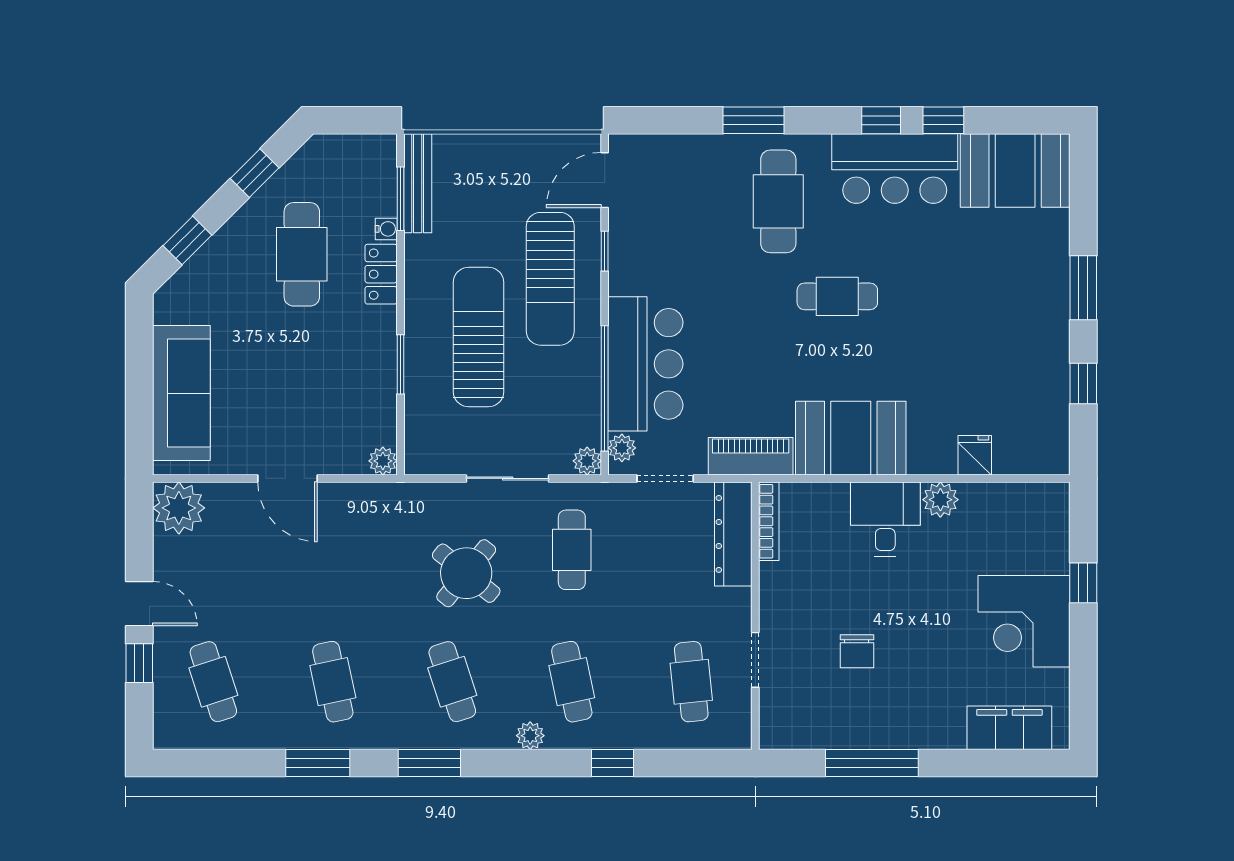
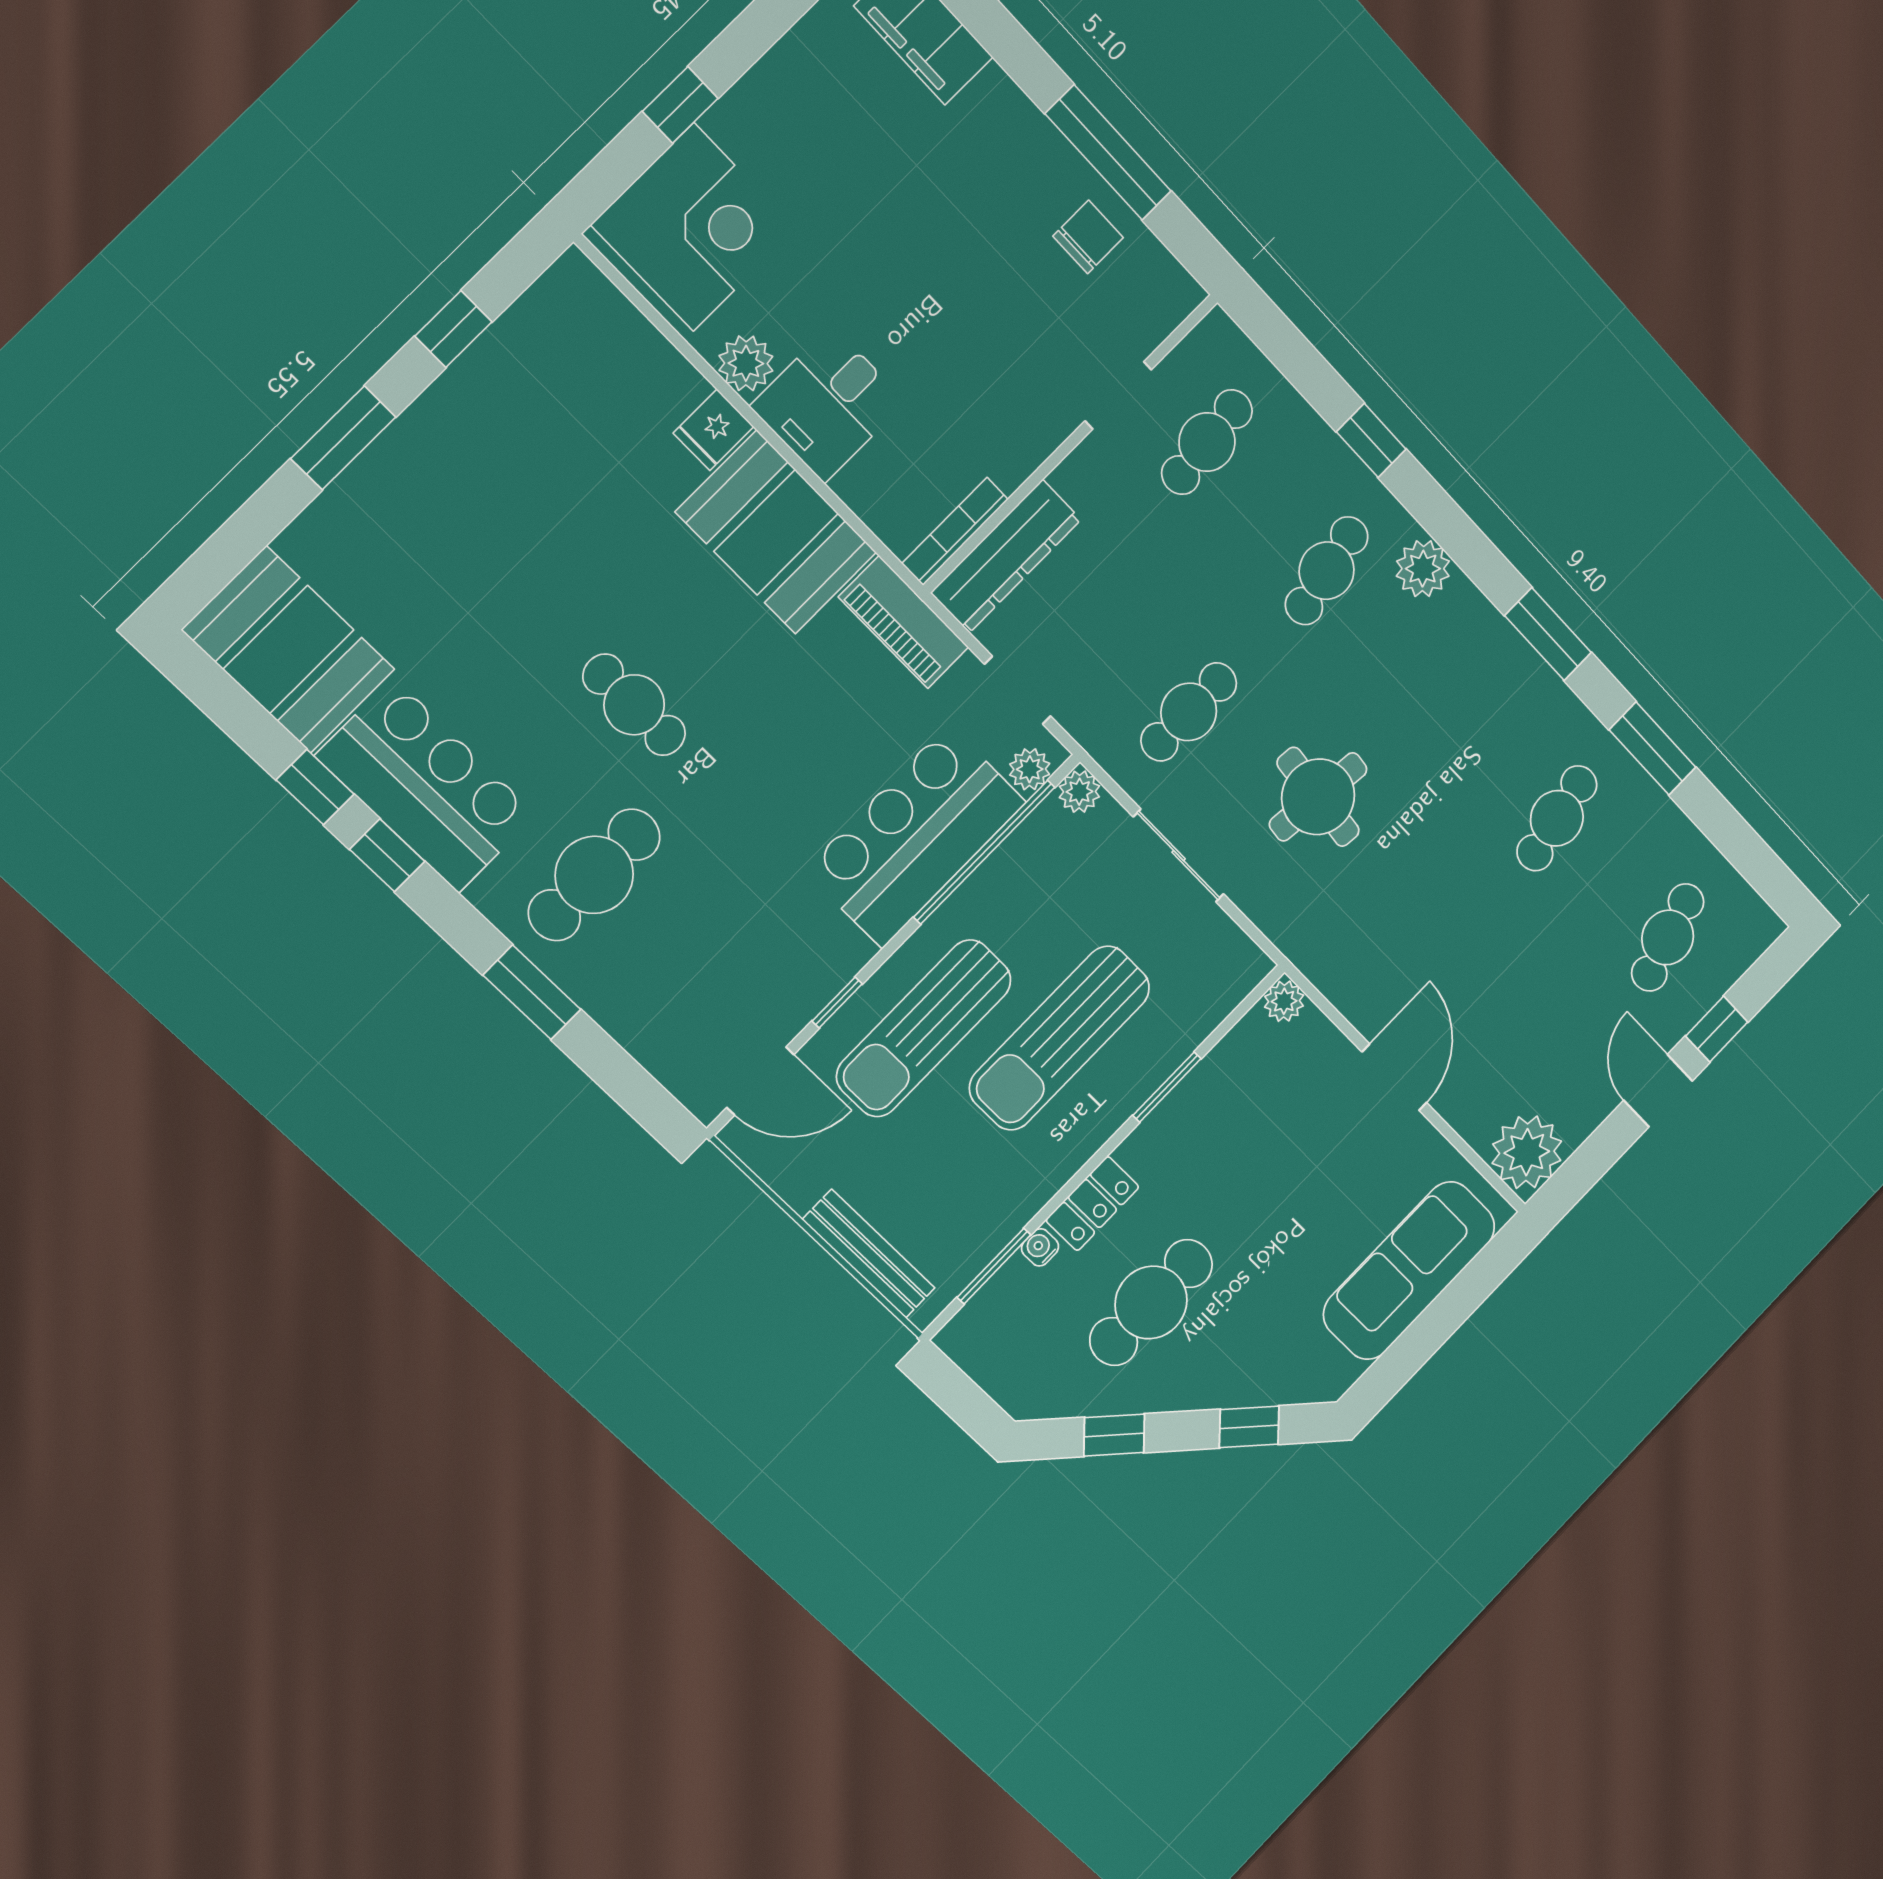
bench: (418, 183) -> (869, 1254), moved, turned 90
sun lounger: (550, 279) -> (924, 1028), turned 180
fridge: (975, 455) -> (713, 430), moved
round table: (466, 573) -> (1318, 797), turned -33
corner desk: (1024, 621) -> (694, 227), moved
chair: (857, 651) -> (1088, 237), moved
cafe table: (452, 682) -> (1443, 696), removed
plant: (530, 736) -> (1423, 569), width x1.38, depth x1.38

